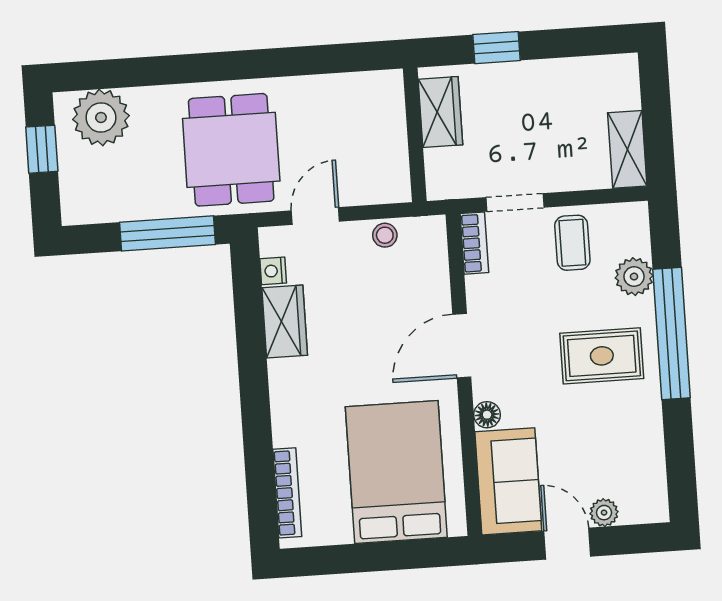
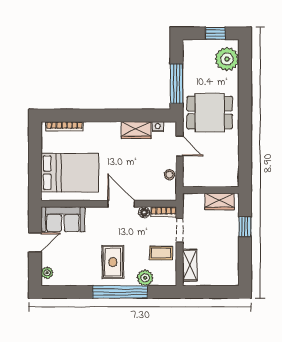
shelving: (627, 149) -> (190, 265), moved, turned 90
floor lamp: (487, 415) -> (144, 212), moved
plant: (604, 513) -> (47, 273), moved

